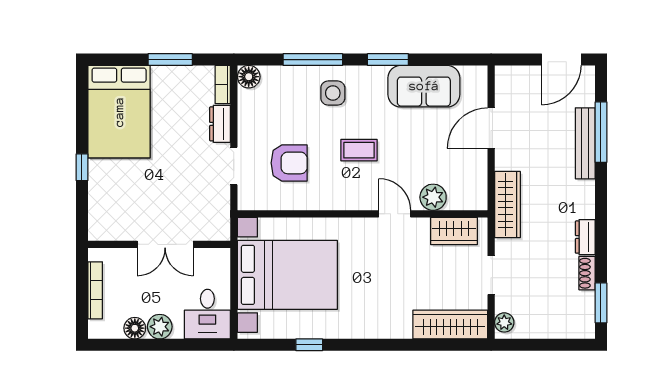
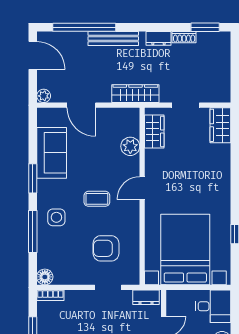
dresser: (220, 124) -> (146, 297), moved
window: (601, 132) -> (84, 27), width x1.46
bench: (585, 143) -> (113, 38), moved
coffee table: (359, 150) -> (97, 199), turned 90
armchair: (289, 163) -> (106, 248), turned -90
door: (395, 214) -> (142, 188), moved
plant: (504, 322) -> (44, 96), moved
wardrobe: (450, 325) -> (220, 125), width x0.67

